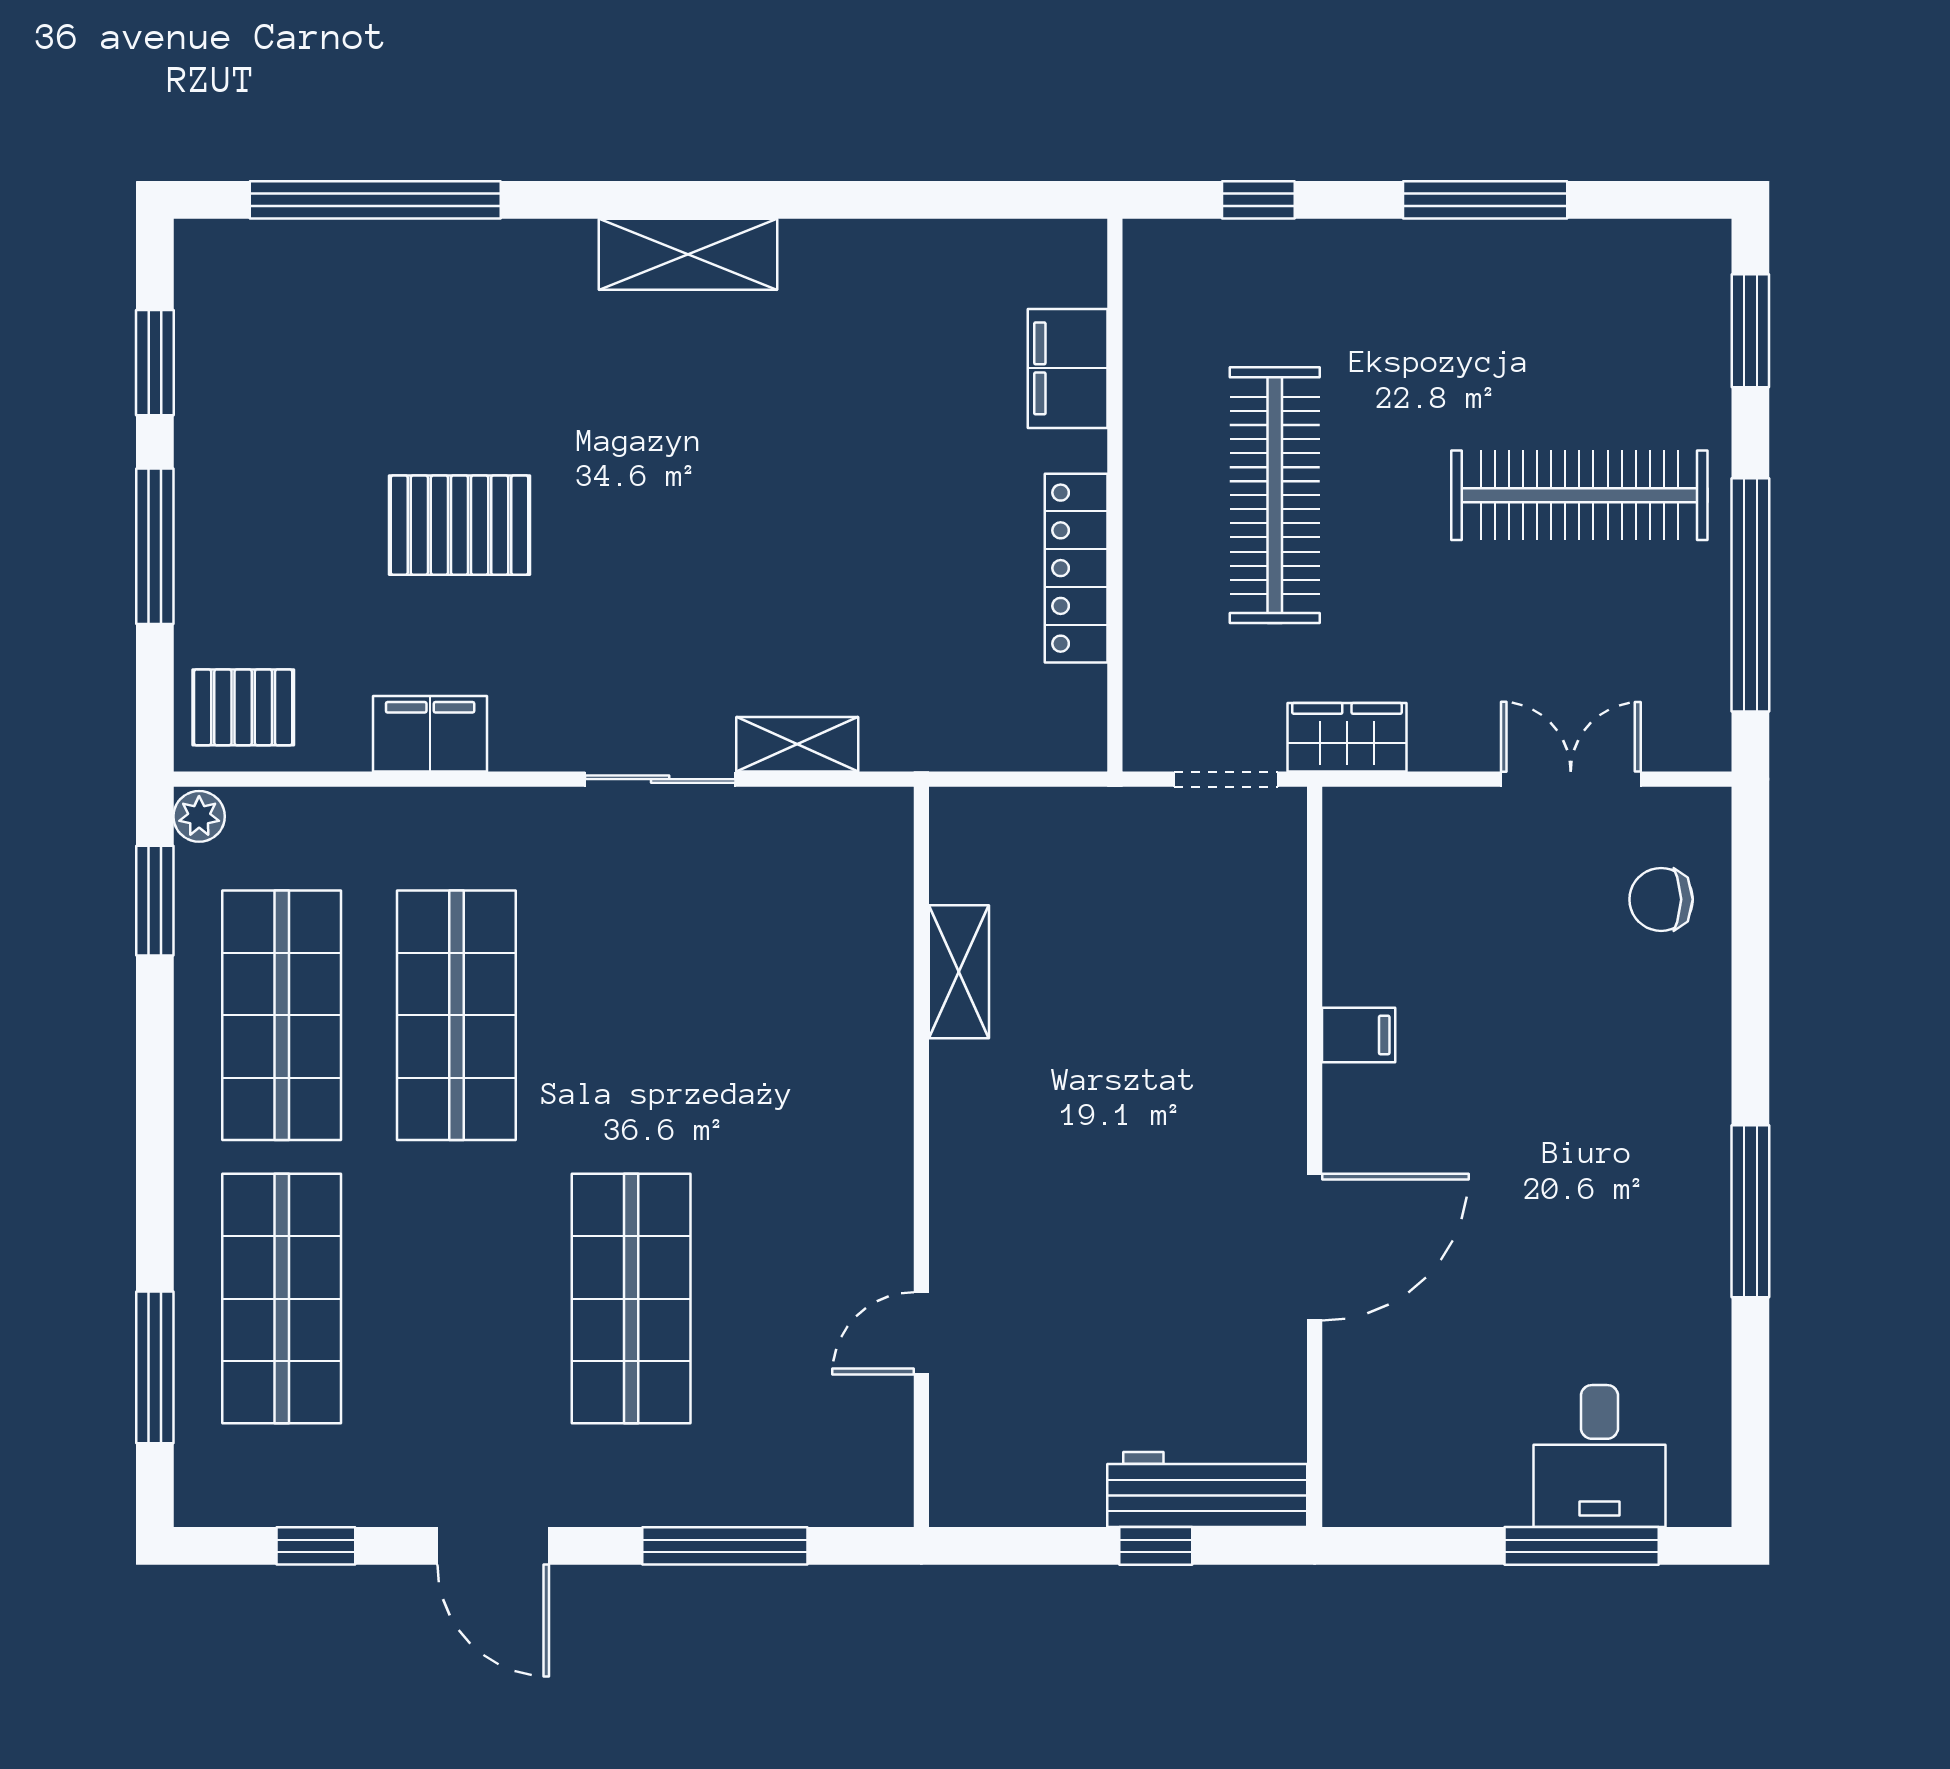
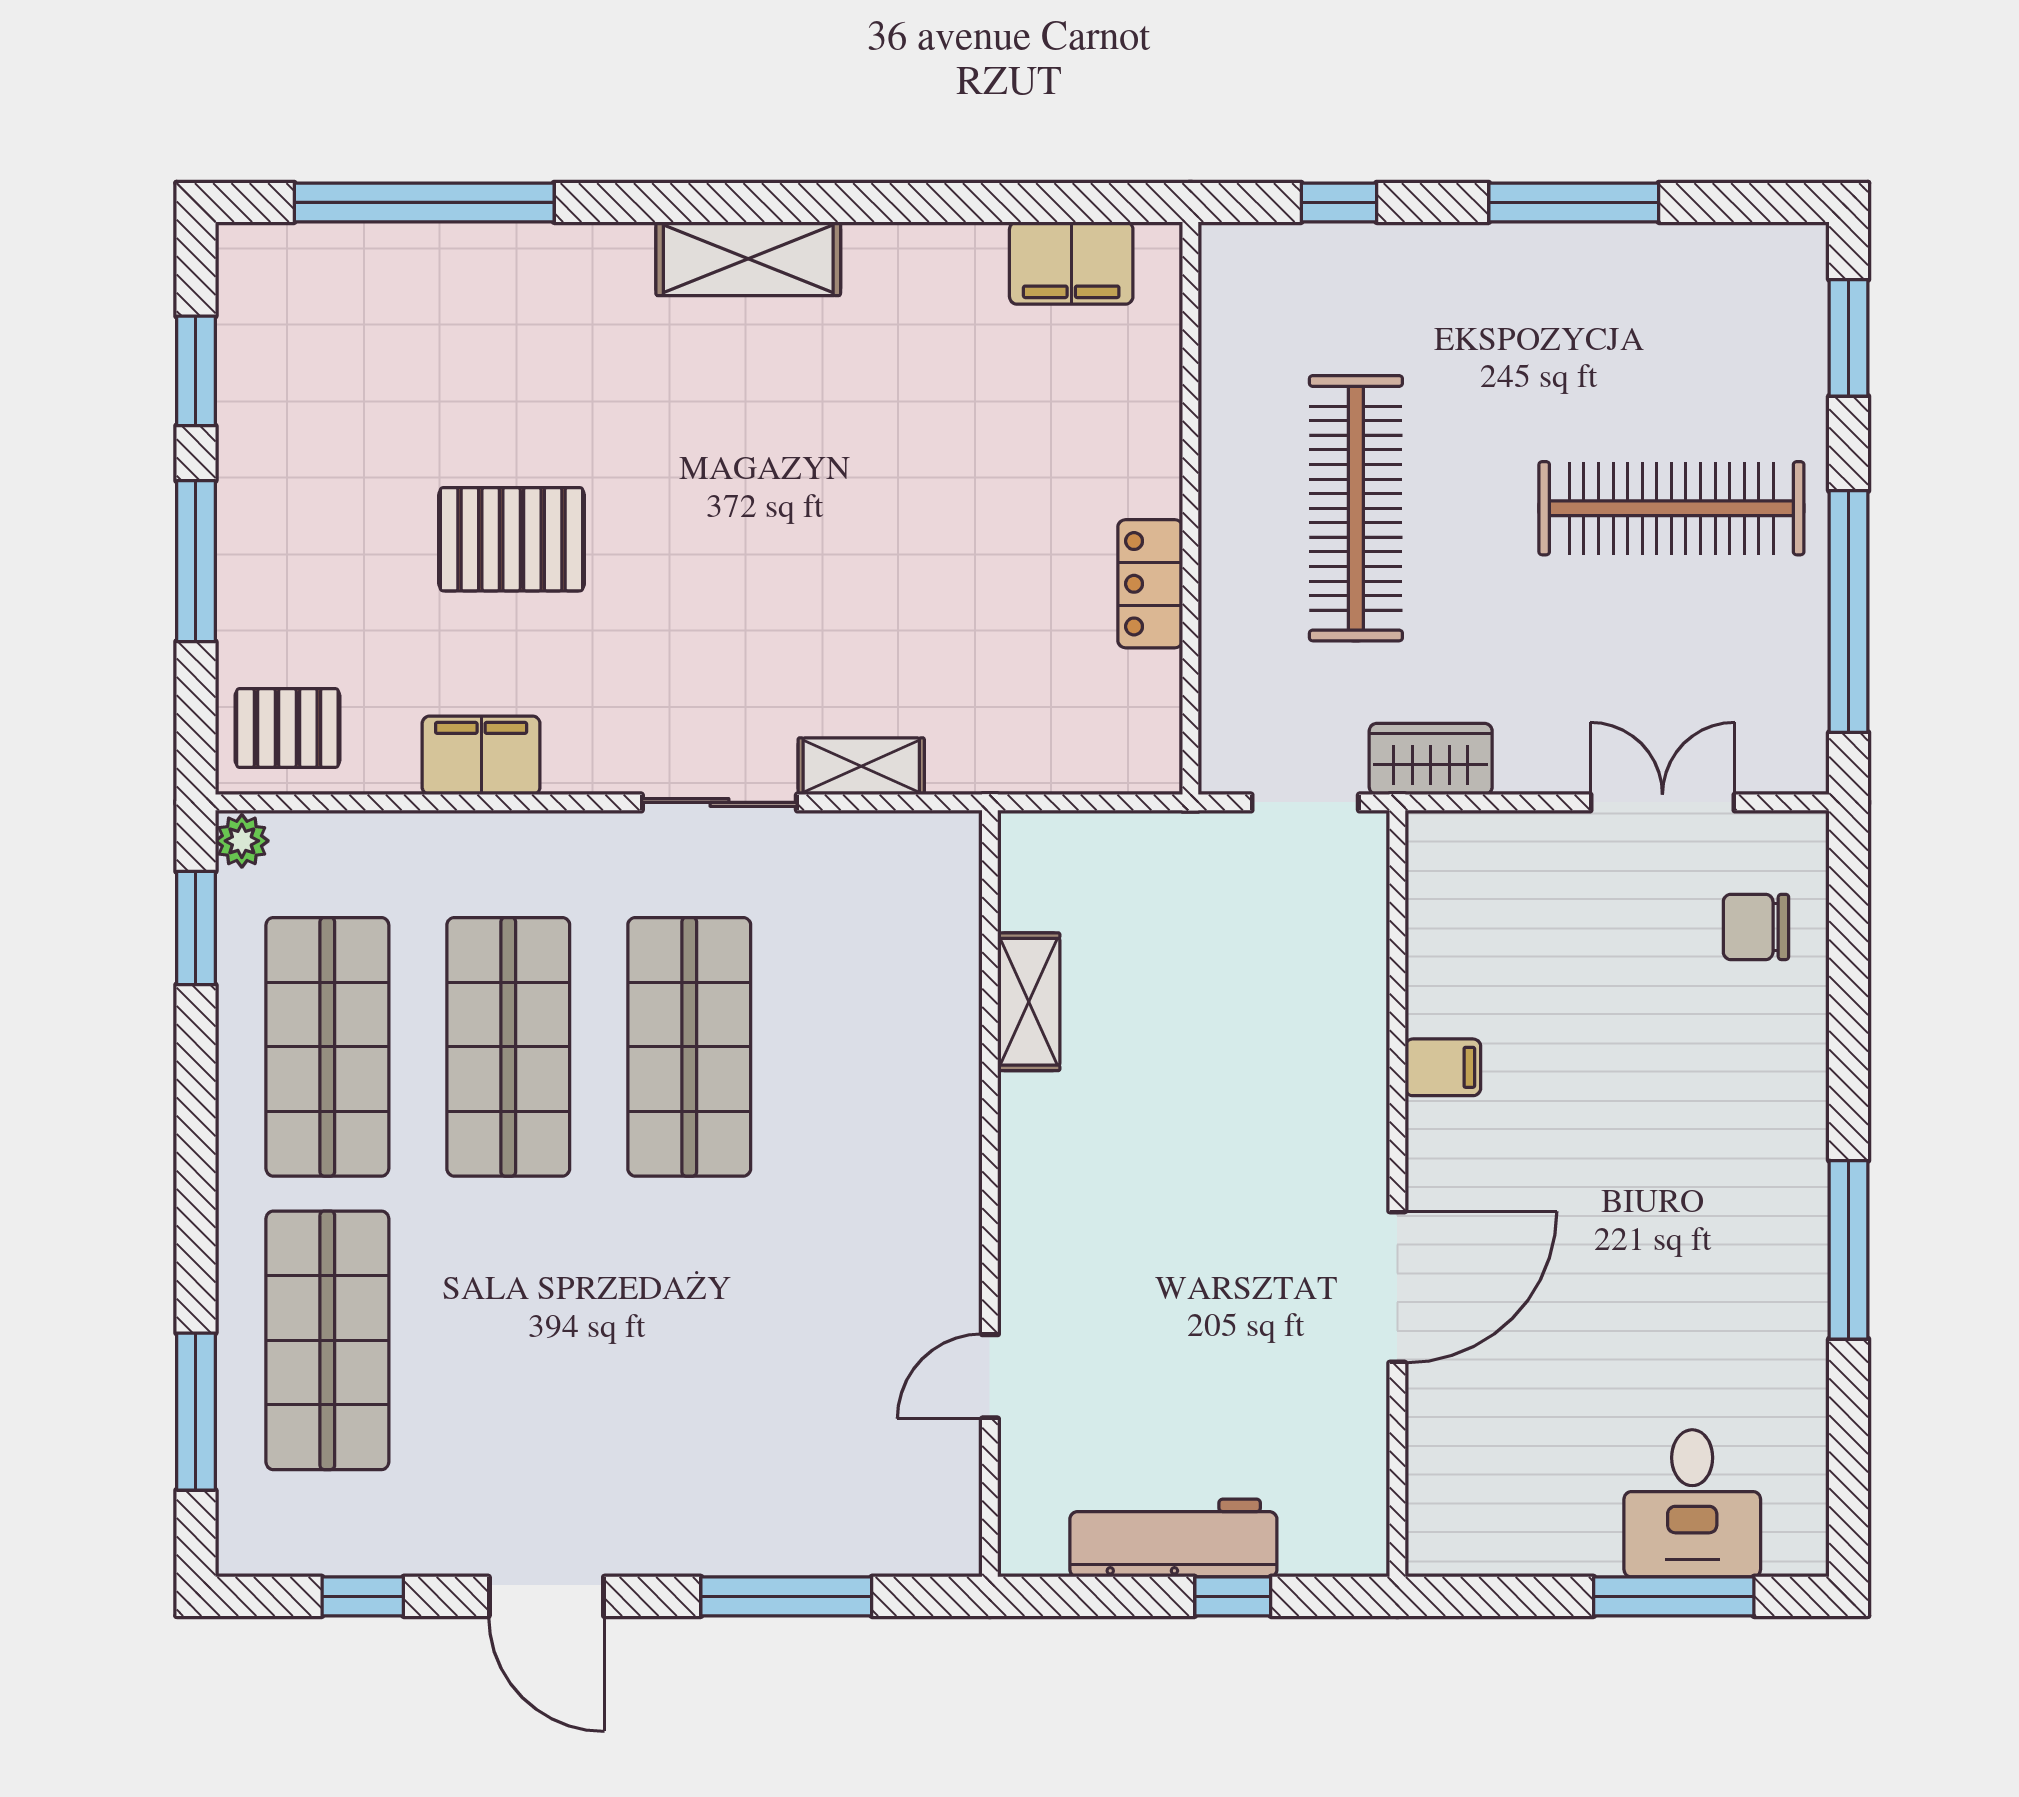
filing cabinet: (1068, 368) -> (1071, 263), moved, turned -90
locker: (1076, 568) -> (1150, 584), width x0.66
shop shelf: (631, 1299) -> (689, 1047), moved
workbench: (1207, 1490) -> (1173, 1538), moved

